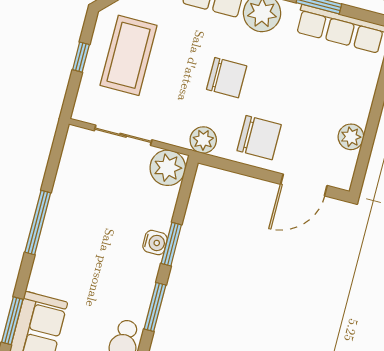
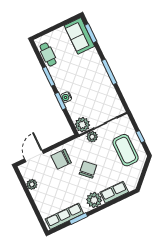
chair: (227, 78) -> (88, 170), turned 134
plant: (203, 140) -> (92, 137), moved

